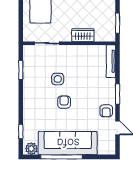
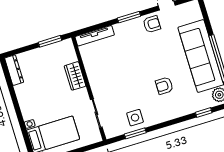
side table: (58, 79) -> (135, 118), moved
armchair: (64, 102) -> (164, 86), moved

